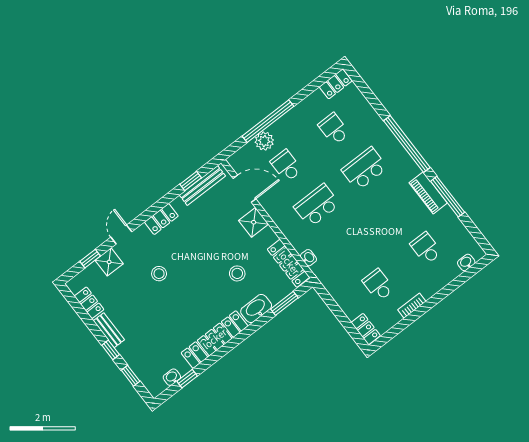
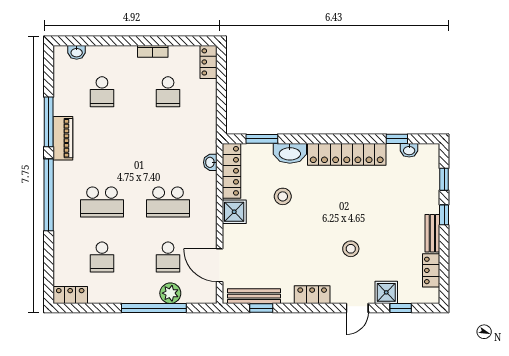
shower: (254, 222) -> (234, 212), moved

